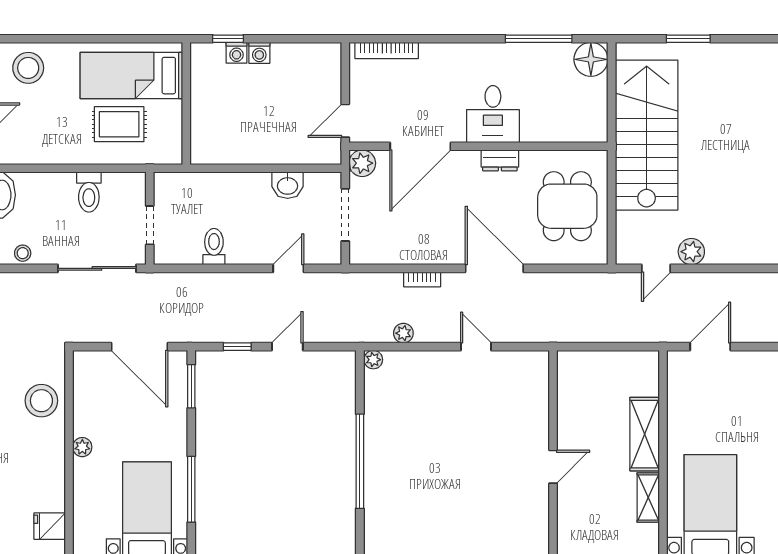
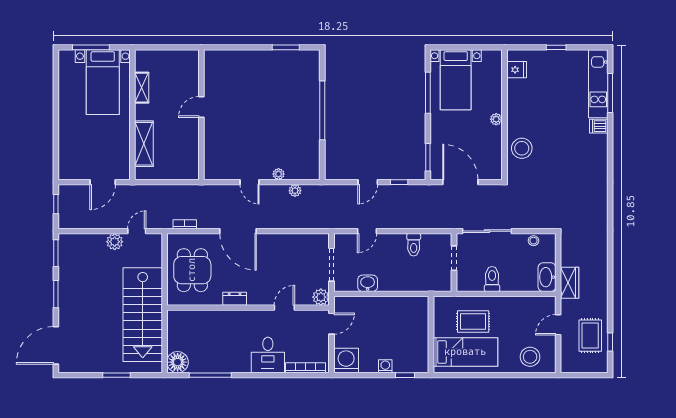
washing machine: (237, 53) -> (346, 360), moved, width x1.89, depth x1.89
desk: (493, 114) -> (268, 355), moved, turned 180
door: (420, 146) -> (284, 308), width x0.53
bookcase: (422, 279) -> (185, 224), moved
plant: (373, 360) -> (279, 174), moved
shelving: (645, 434) -> (144, 144), moved

